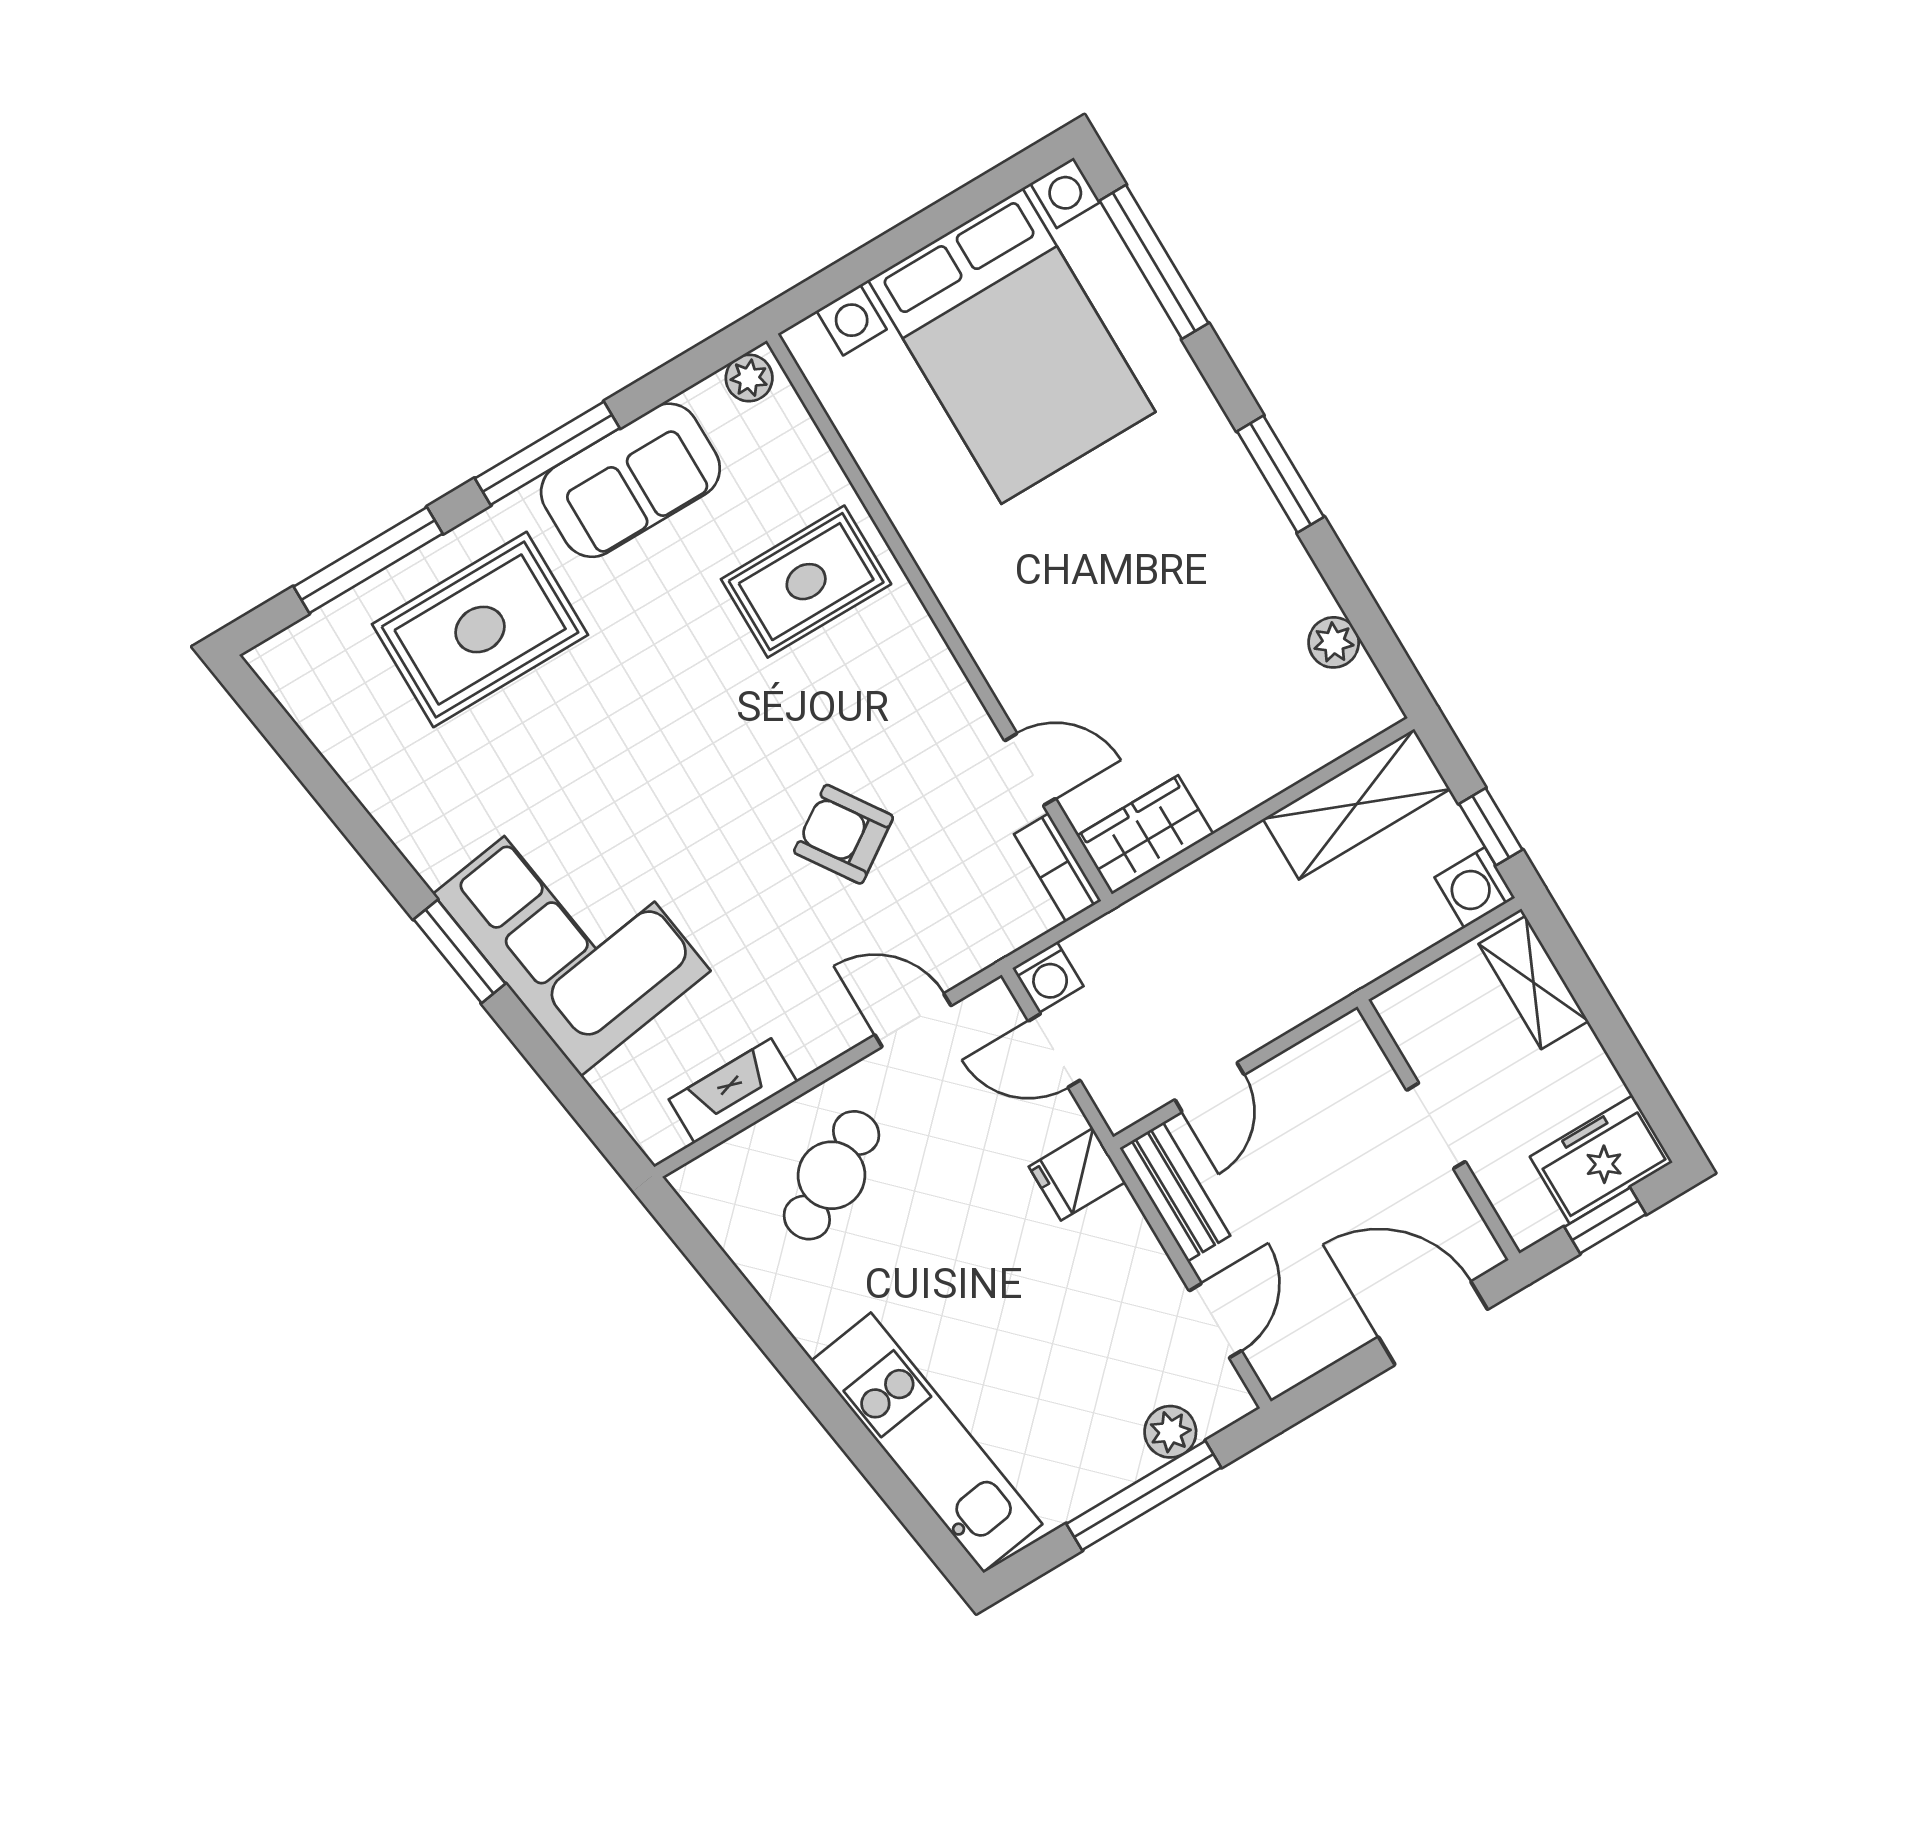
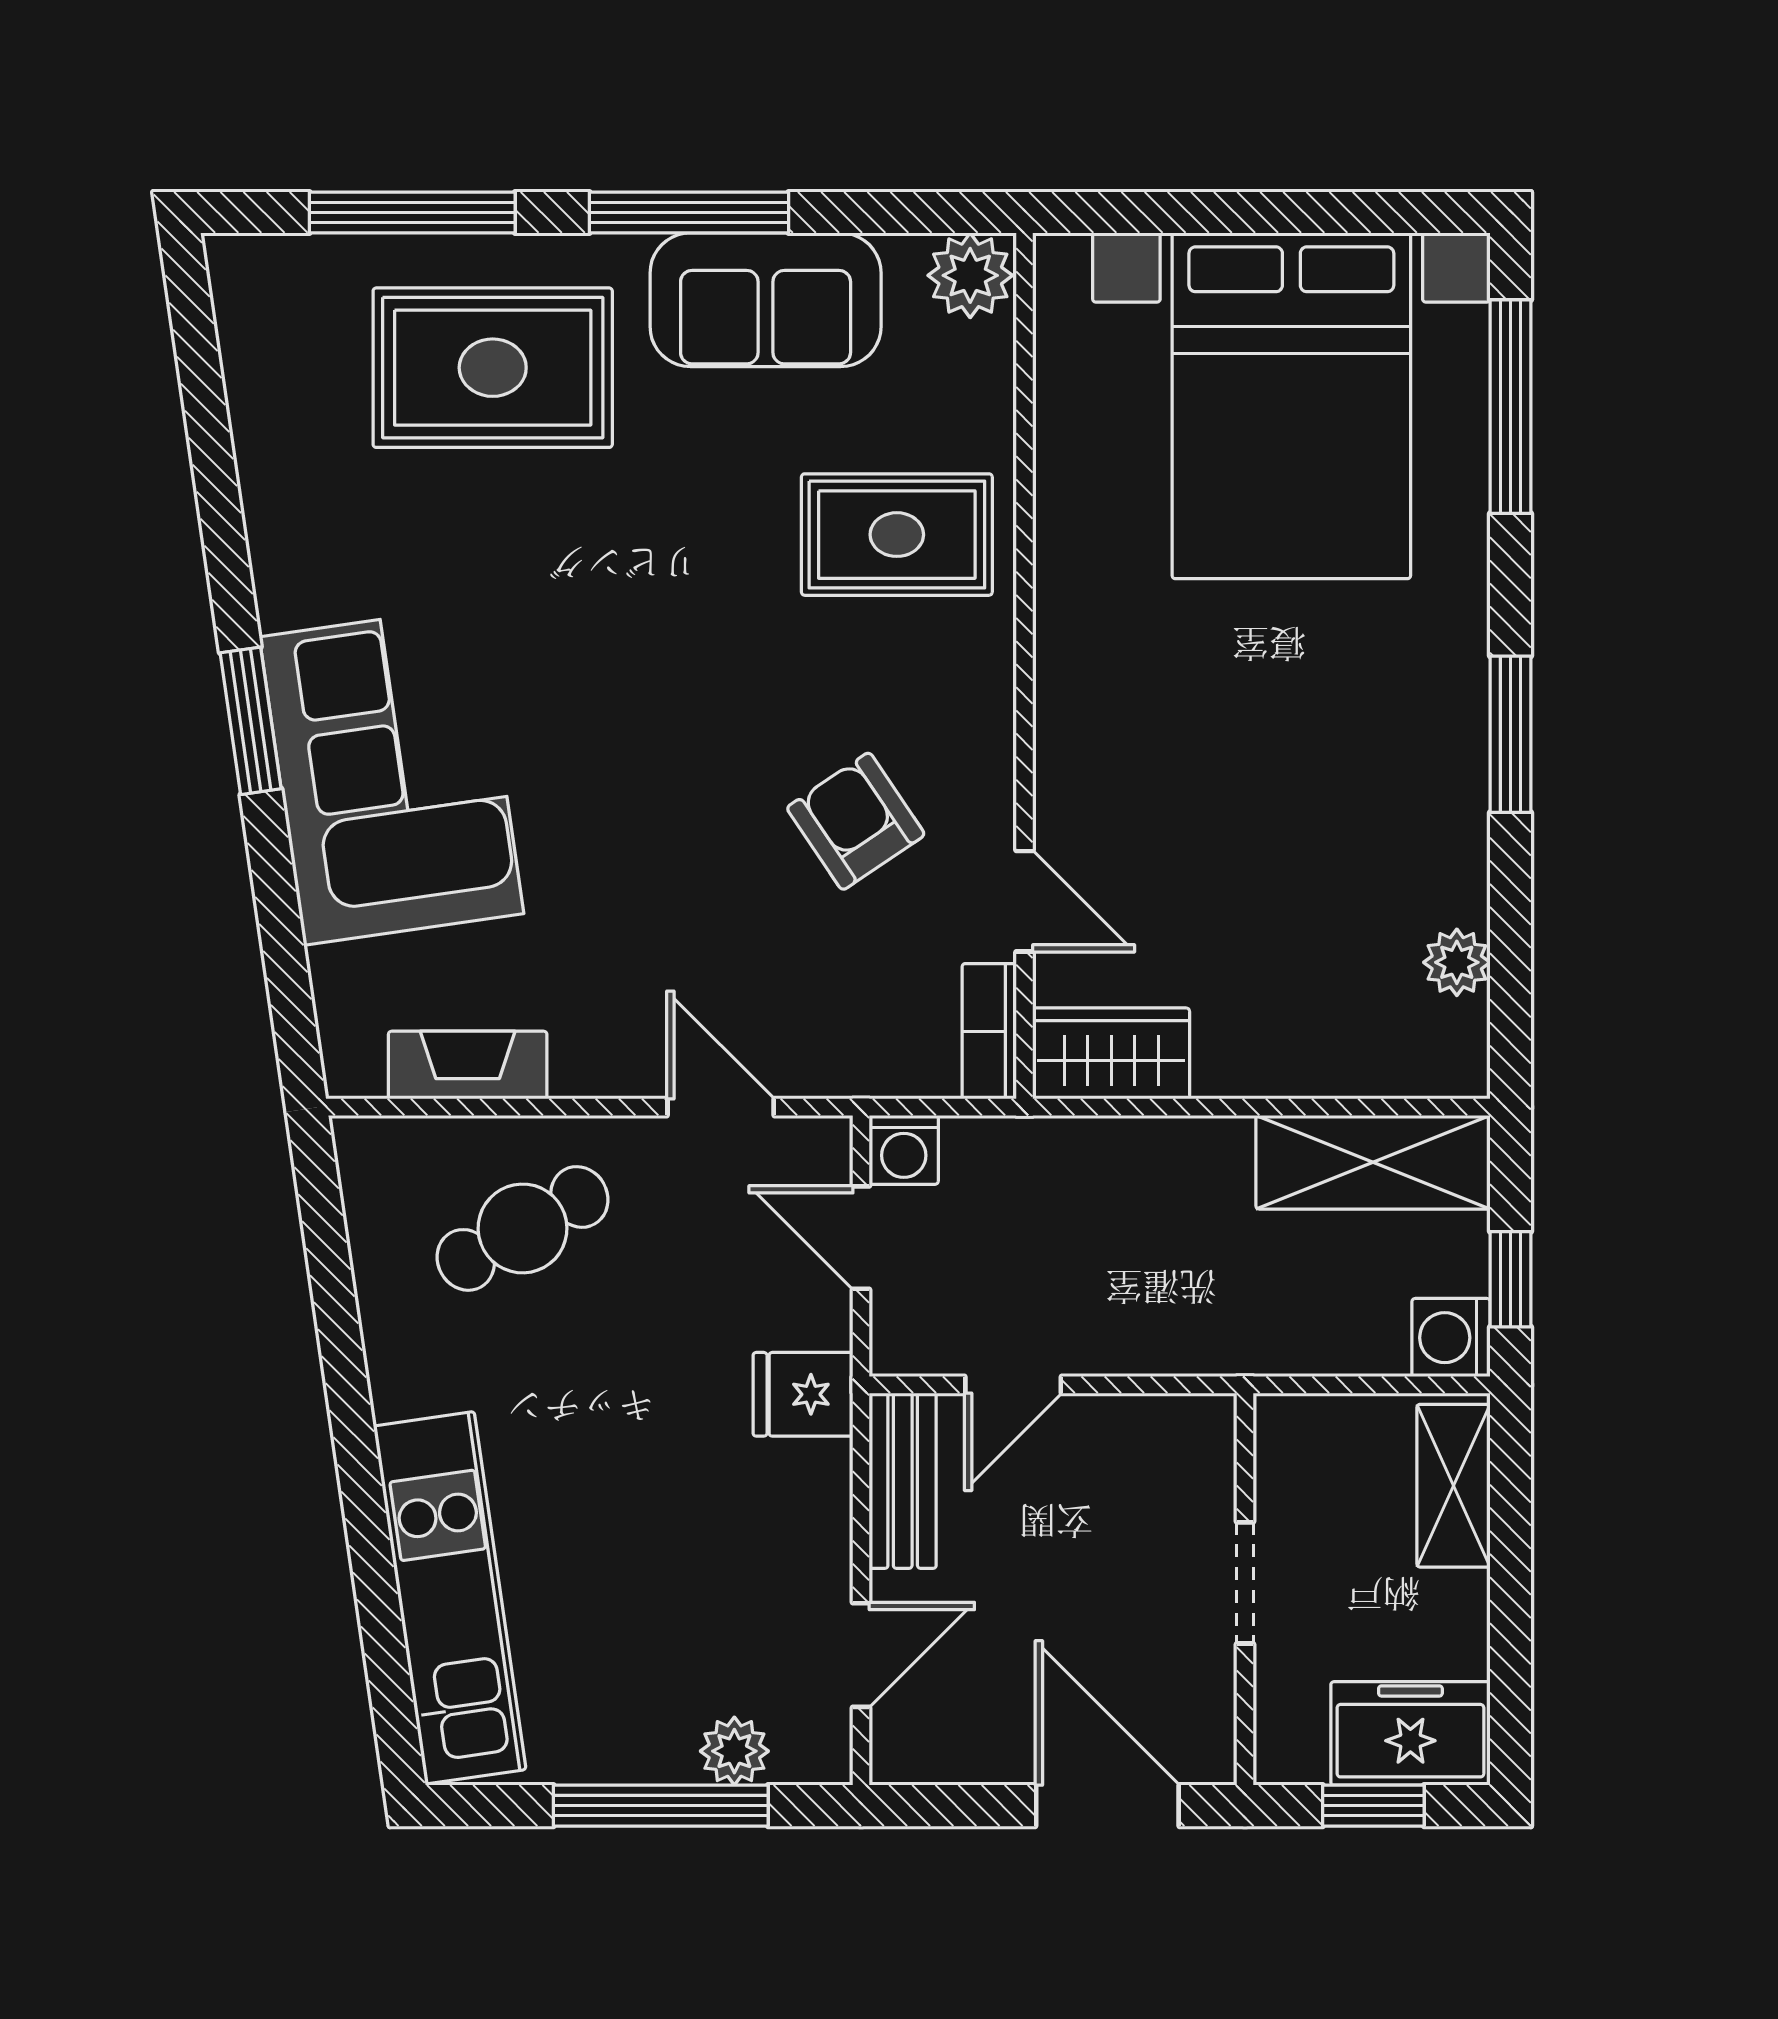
plant: (749, 378) -> (970, 275), width x1.38, depth x1.38
armchair: (844, 834) -> (856, 821), moved

